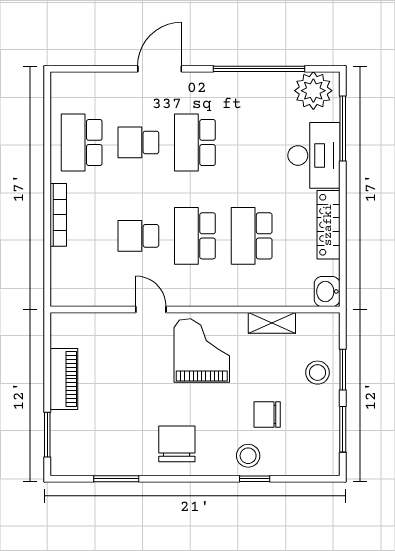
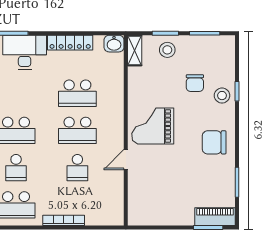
shelving: (272, 323) -> (135, 51), moved
piano: (64, 379) -> (215, 217), moved

